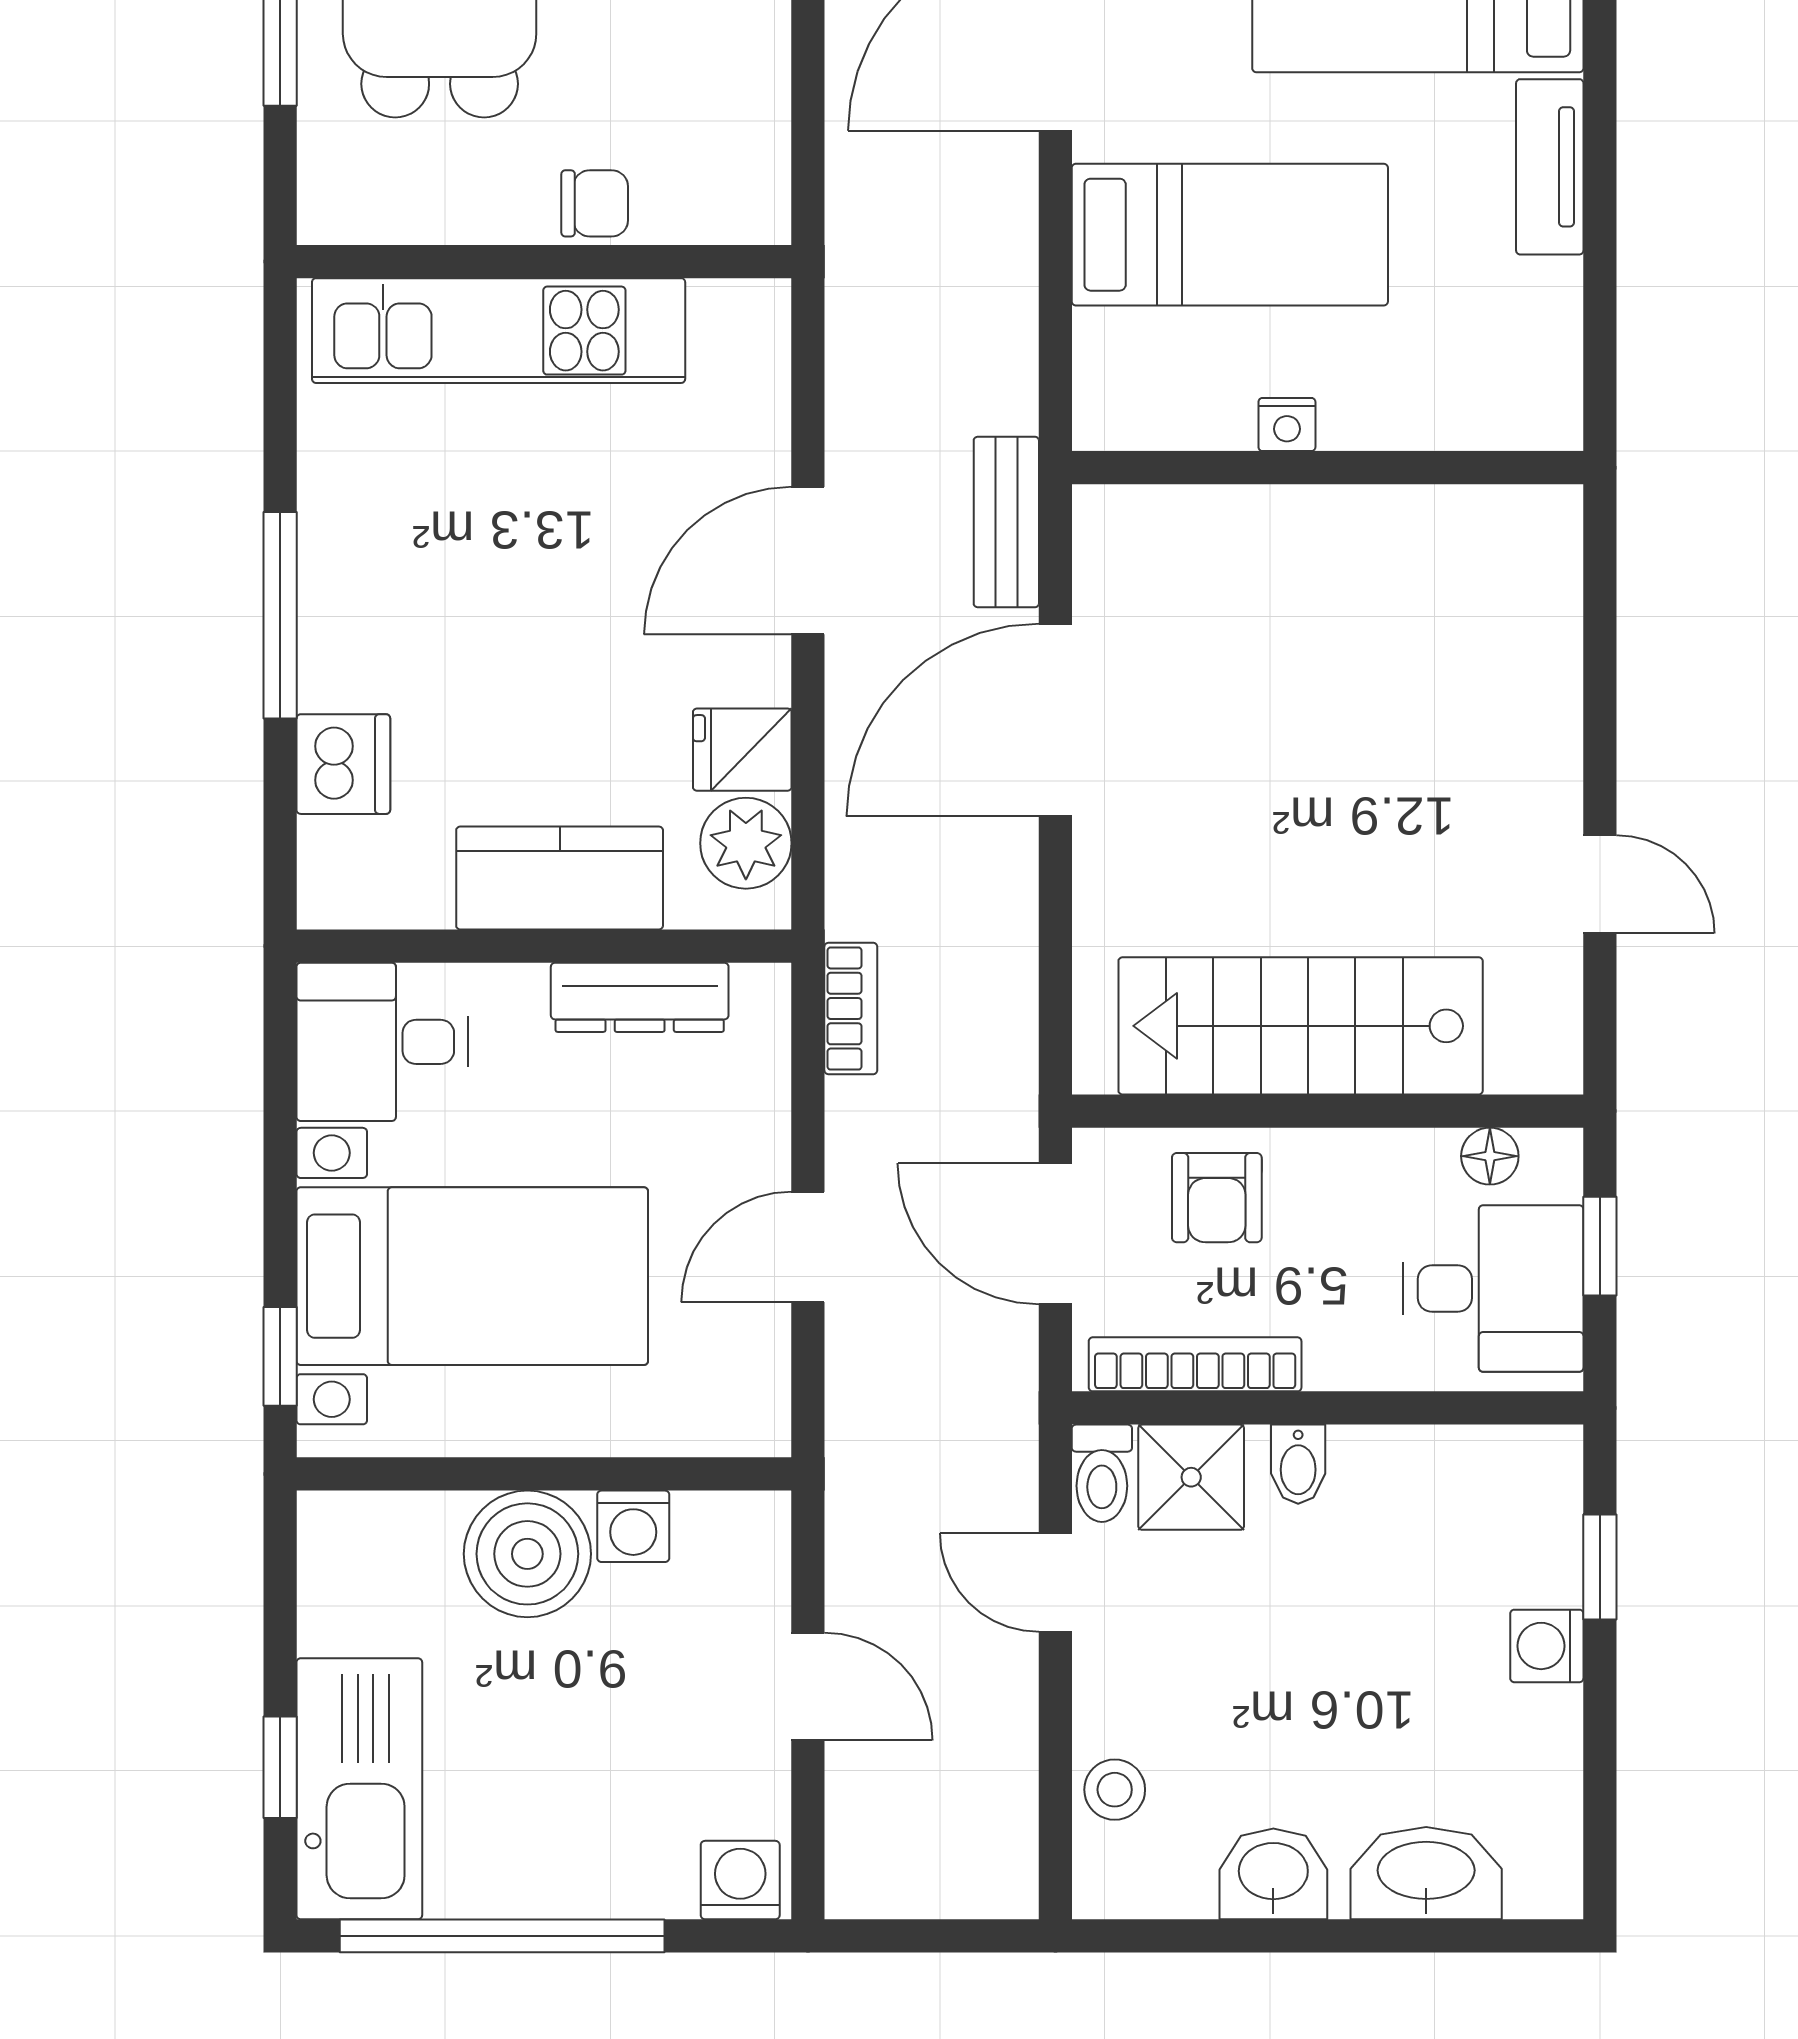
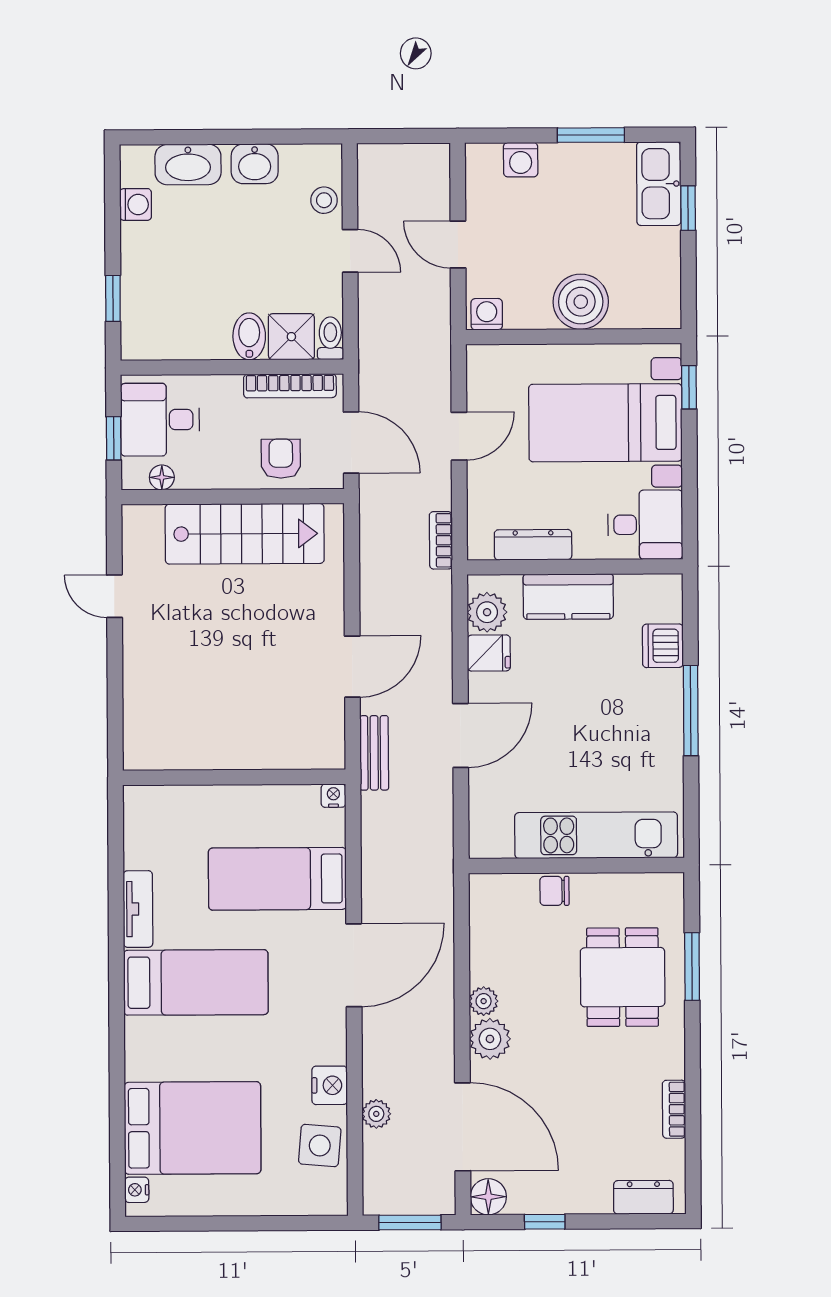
nightstand: (1287, 424) -> (333, 796), moved
door: (1055, 720) -> (352, 667), width x0.73
bidet: (1298, 1464) -> (249, 336), width x1.38, depth x1.36
washing machine: (633, 1526) -> (487, 314), moved
door: (1055, 1582) -> (350, 251), moved
washing machine: (1547, 1646) -> (136, 204), moved
kitchen sink: (359, 1789) -> (659, 184), width x0.73, depth x0.81
washing machine: (740, 1880) -> (521, 160), moved
window: (502, 1936) -> (591, 135), width x0.47

